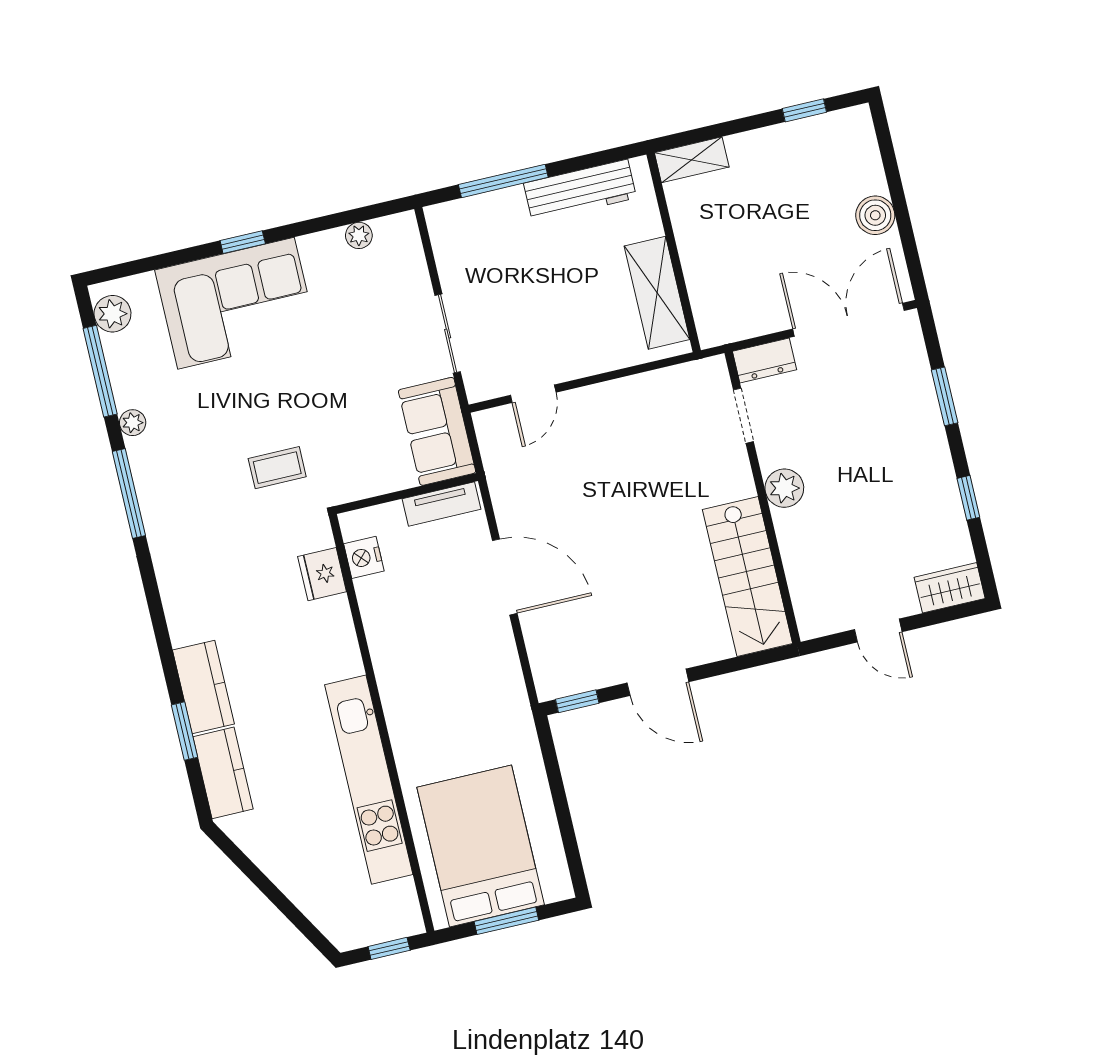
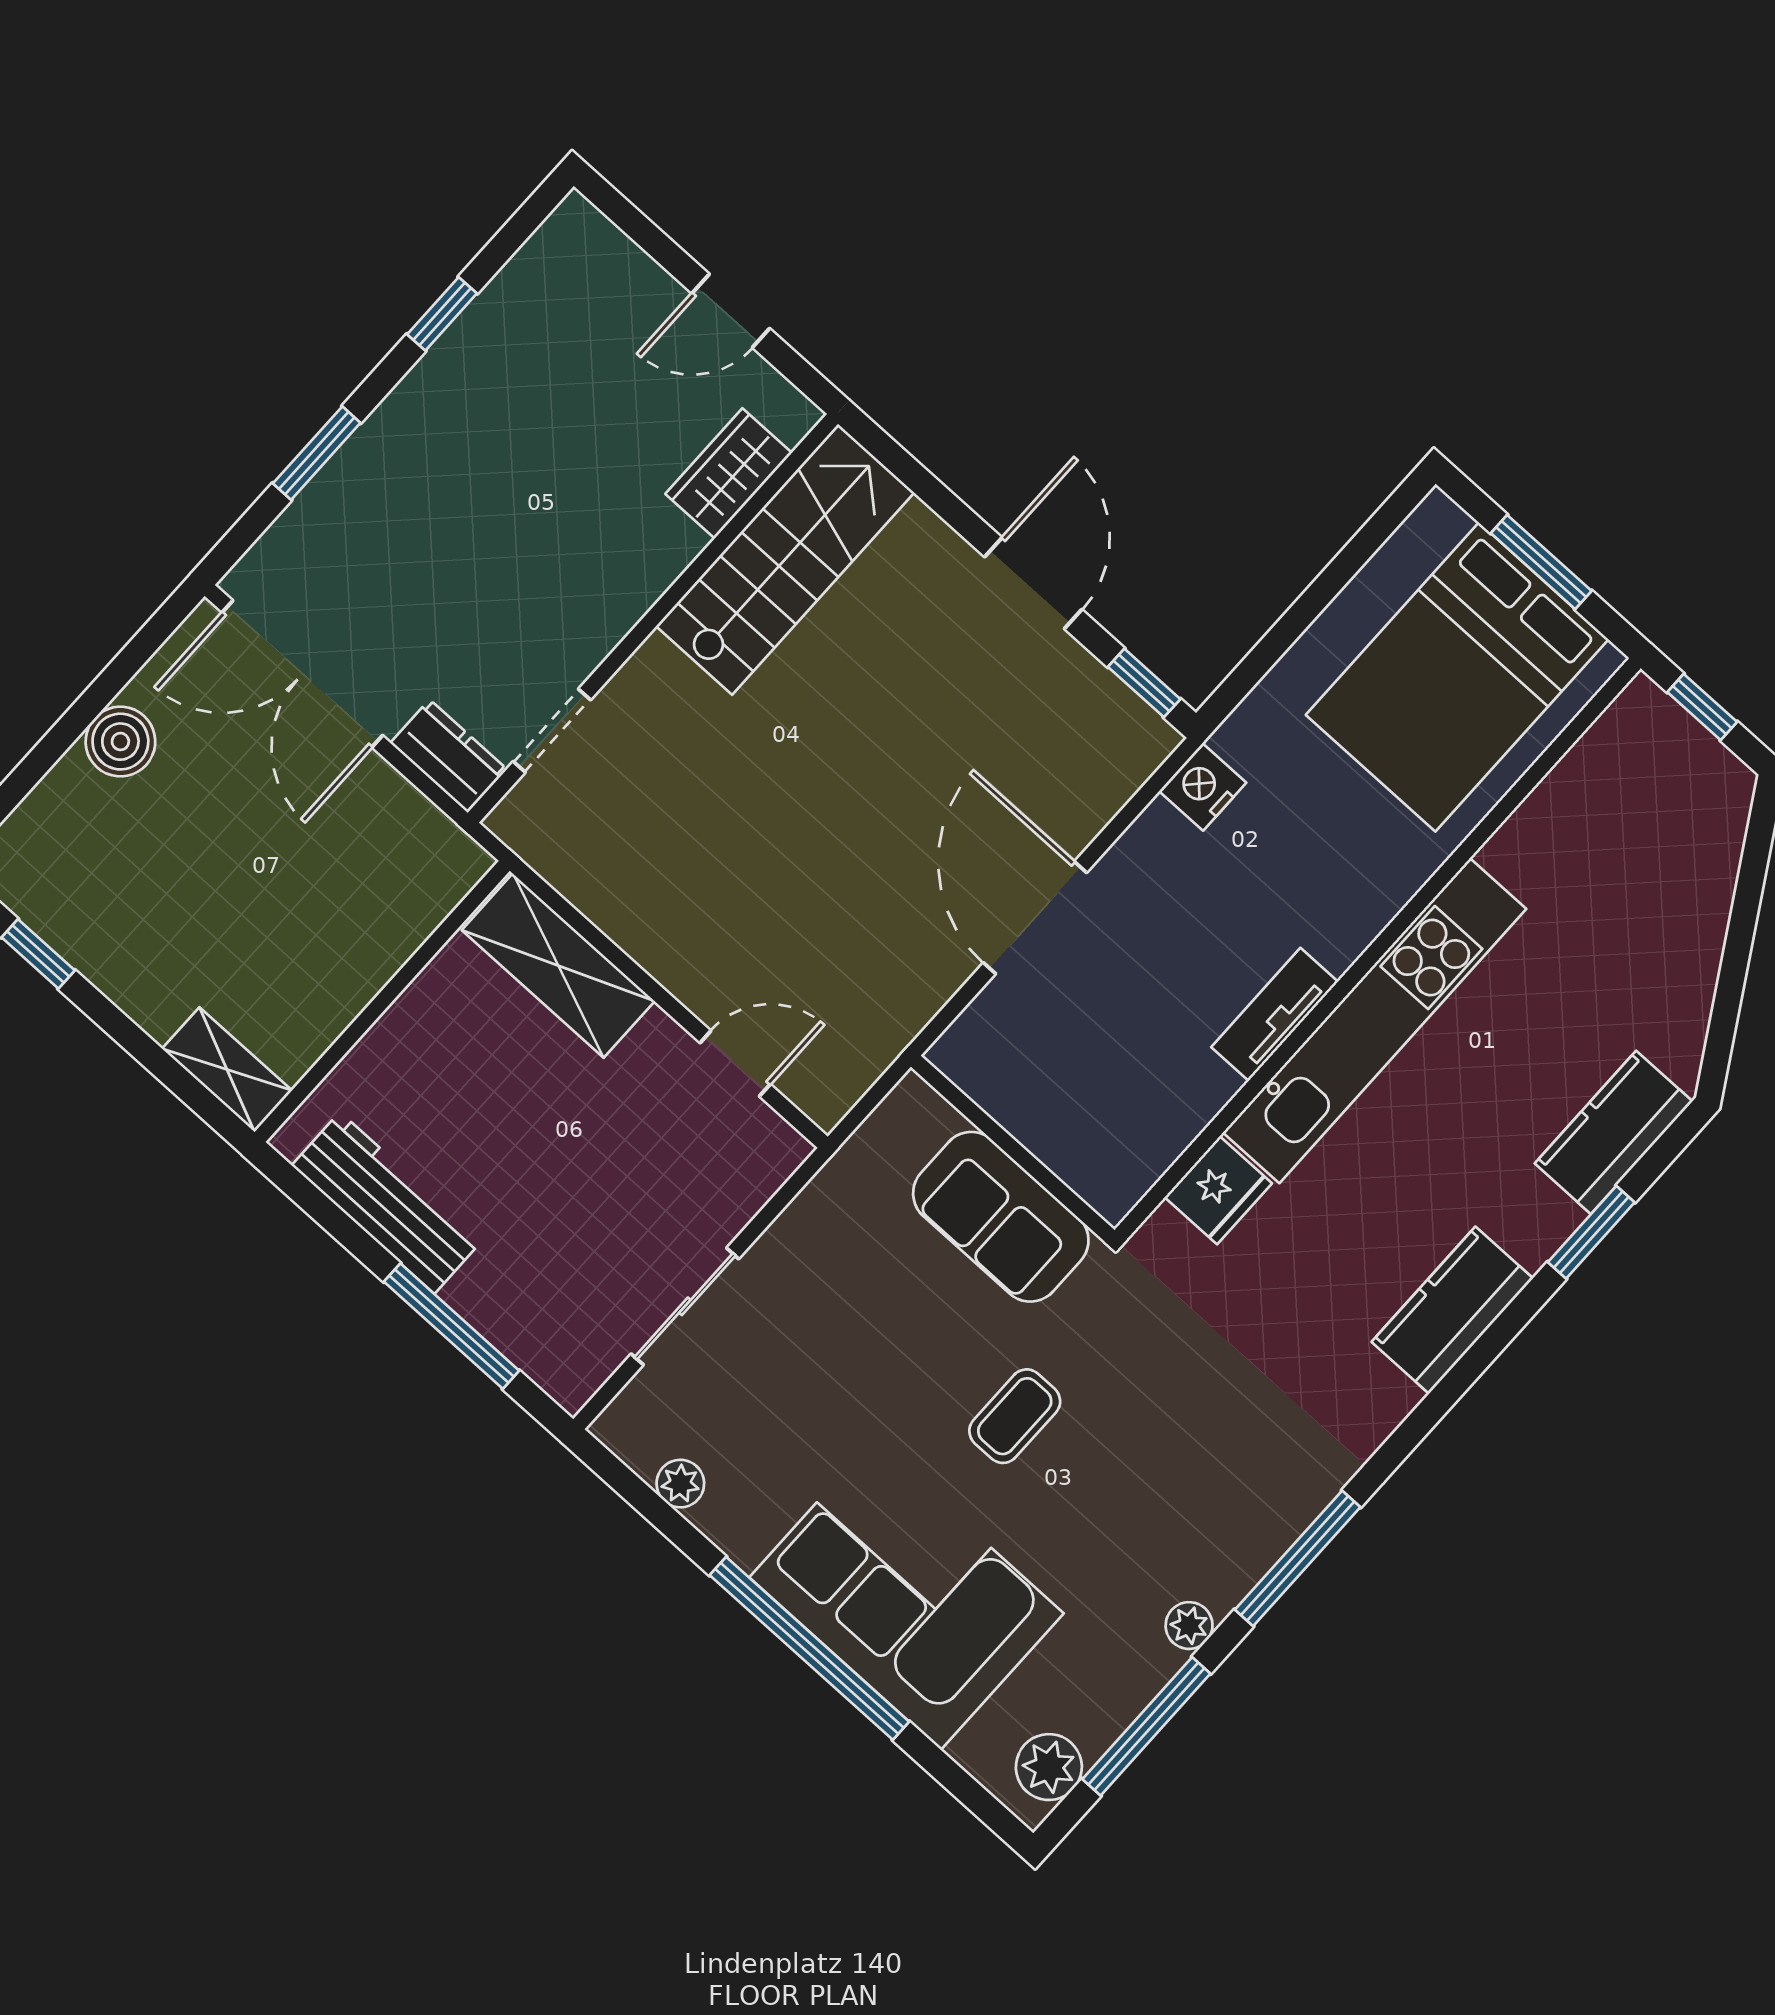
window: (243, 242) -> (809, 1648), width x3.17
shelving: (657, 293) -> (558, 966), moved, turned 90
sliding door: (448, 334) -> (685, 1306), moved
sofa: (437, 431) -> (1001, 1217), moved, turned 90
coffee table: (277, 468) -> (1015, 1416), moved, turned 90
plant: (784, 488) -> (617, 596), removed
tv unit: (441, 504) -> (1275, 1014), moved, turned -90
nightstand: (364, 557) -> (1203, 787), moved, turned 180
wardrobe: (950, 588) -> (729, 473), moved, turned 90
door: (878, 631) -> (731, 311), swing flipped
kitchen counter: (203, 687) -> (1452, 1310), moved
kitchen unit: (369, 780) -> (1375, 1021), moved

